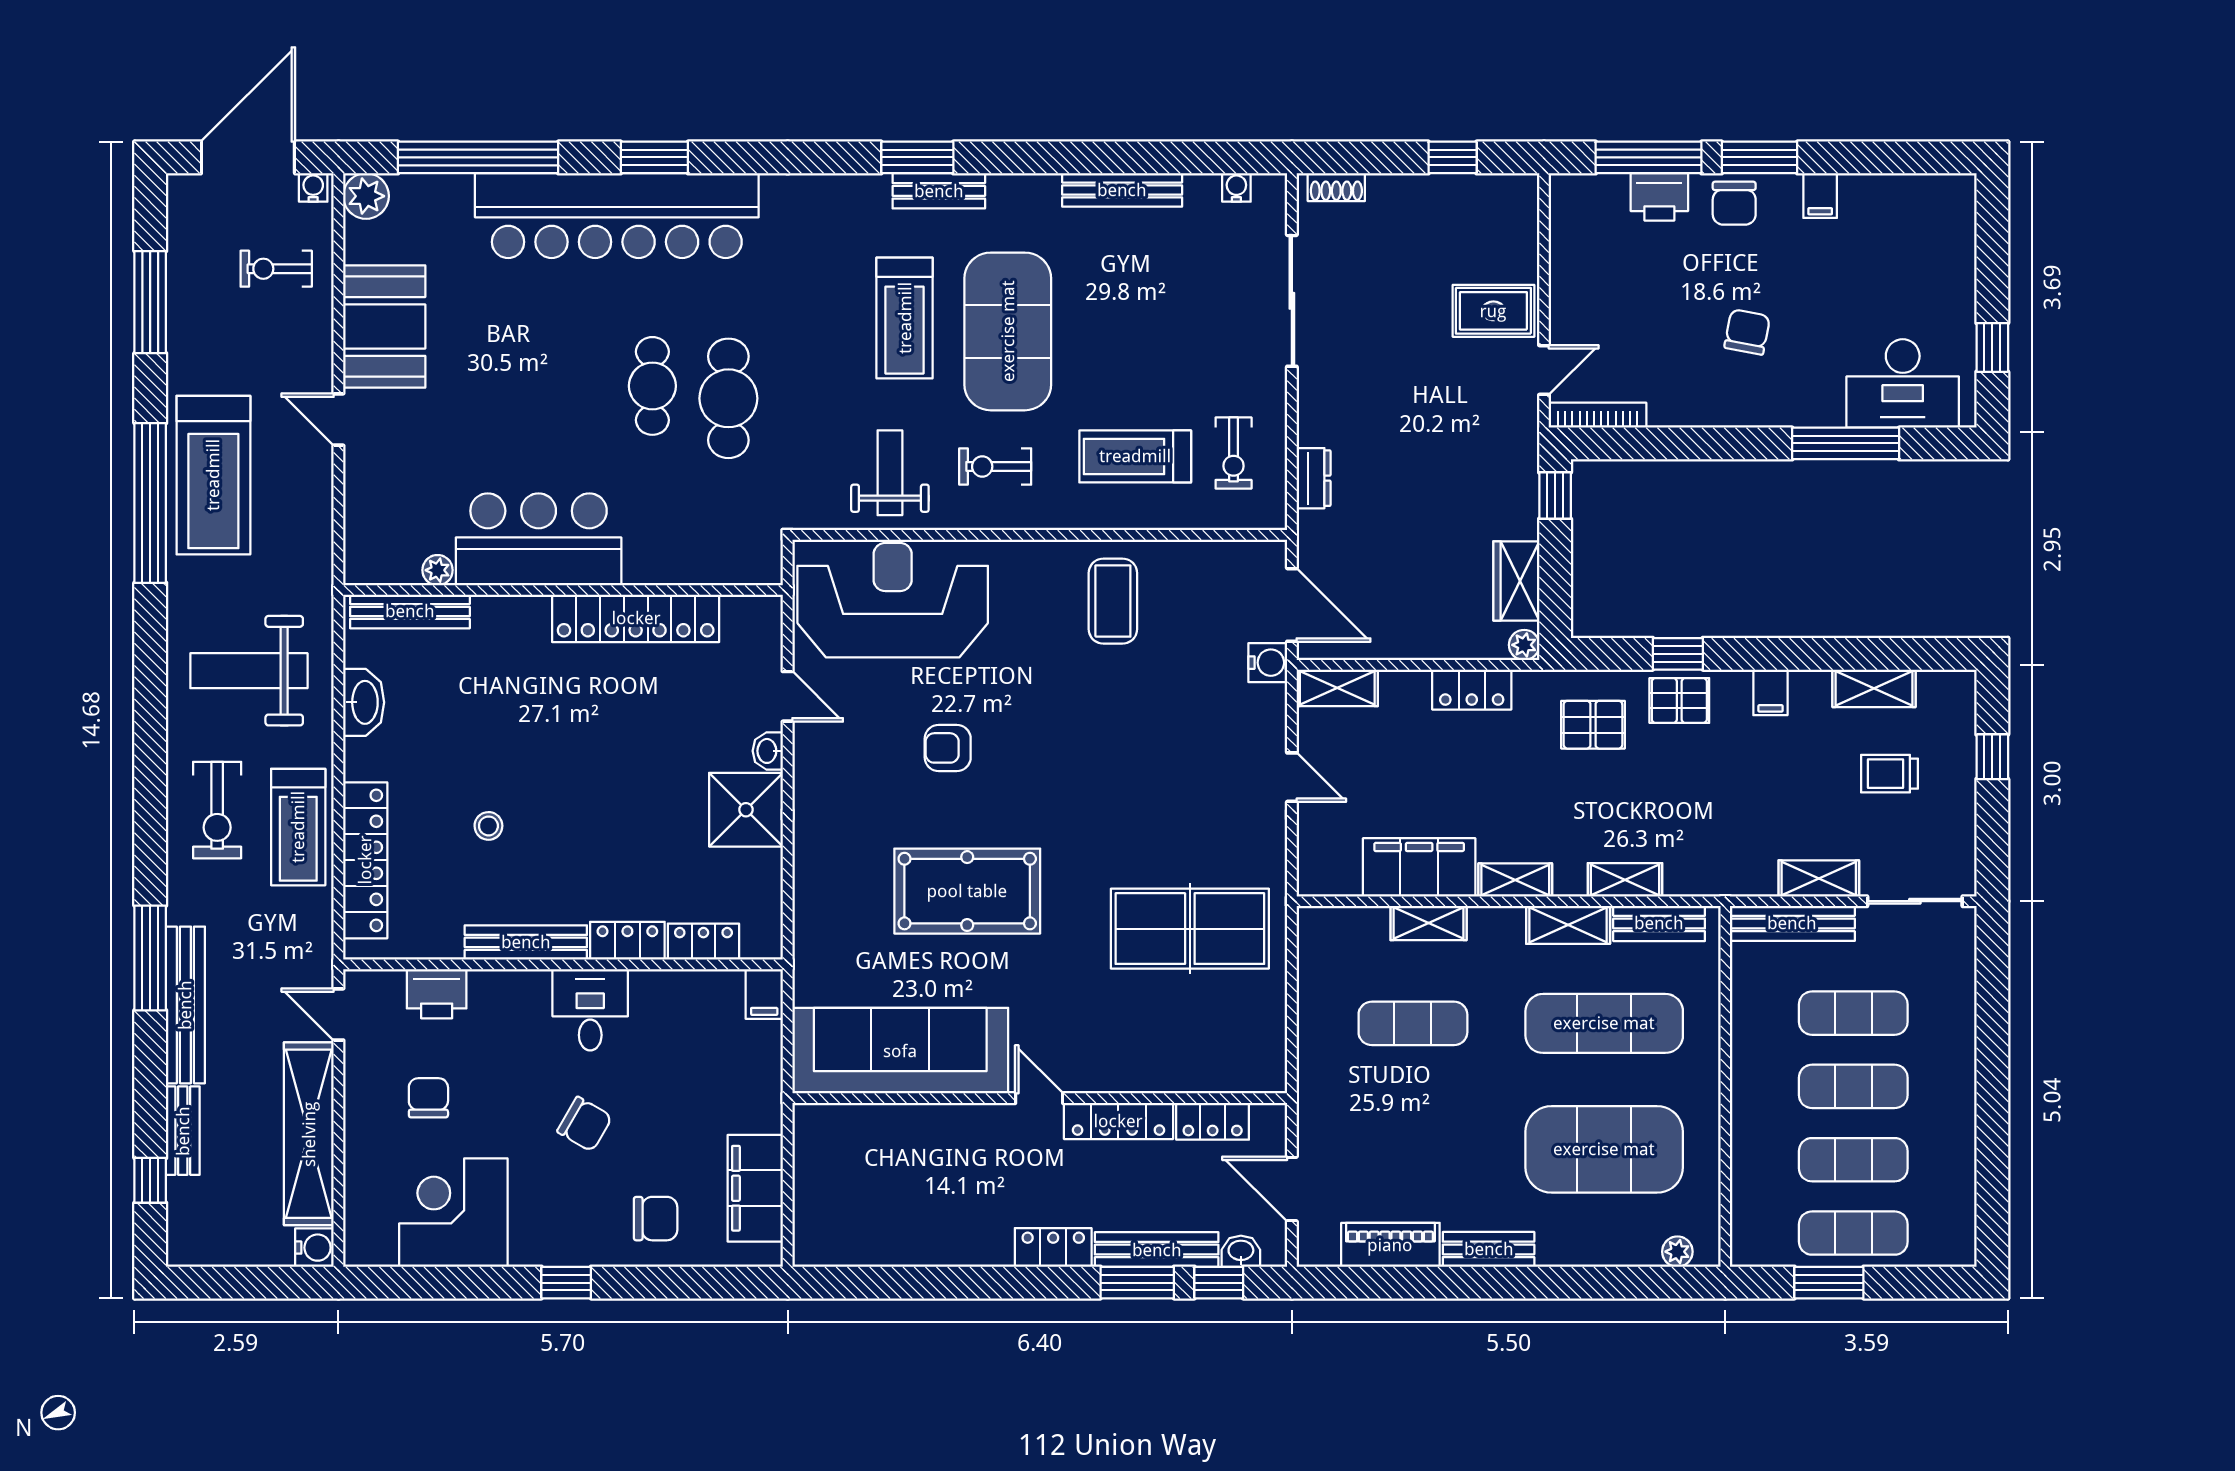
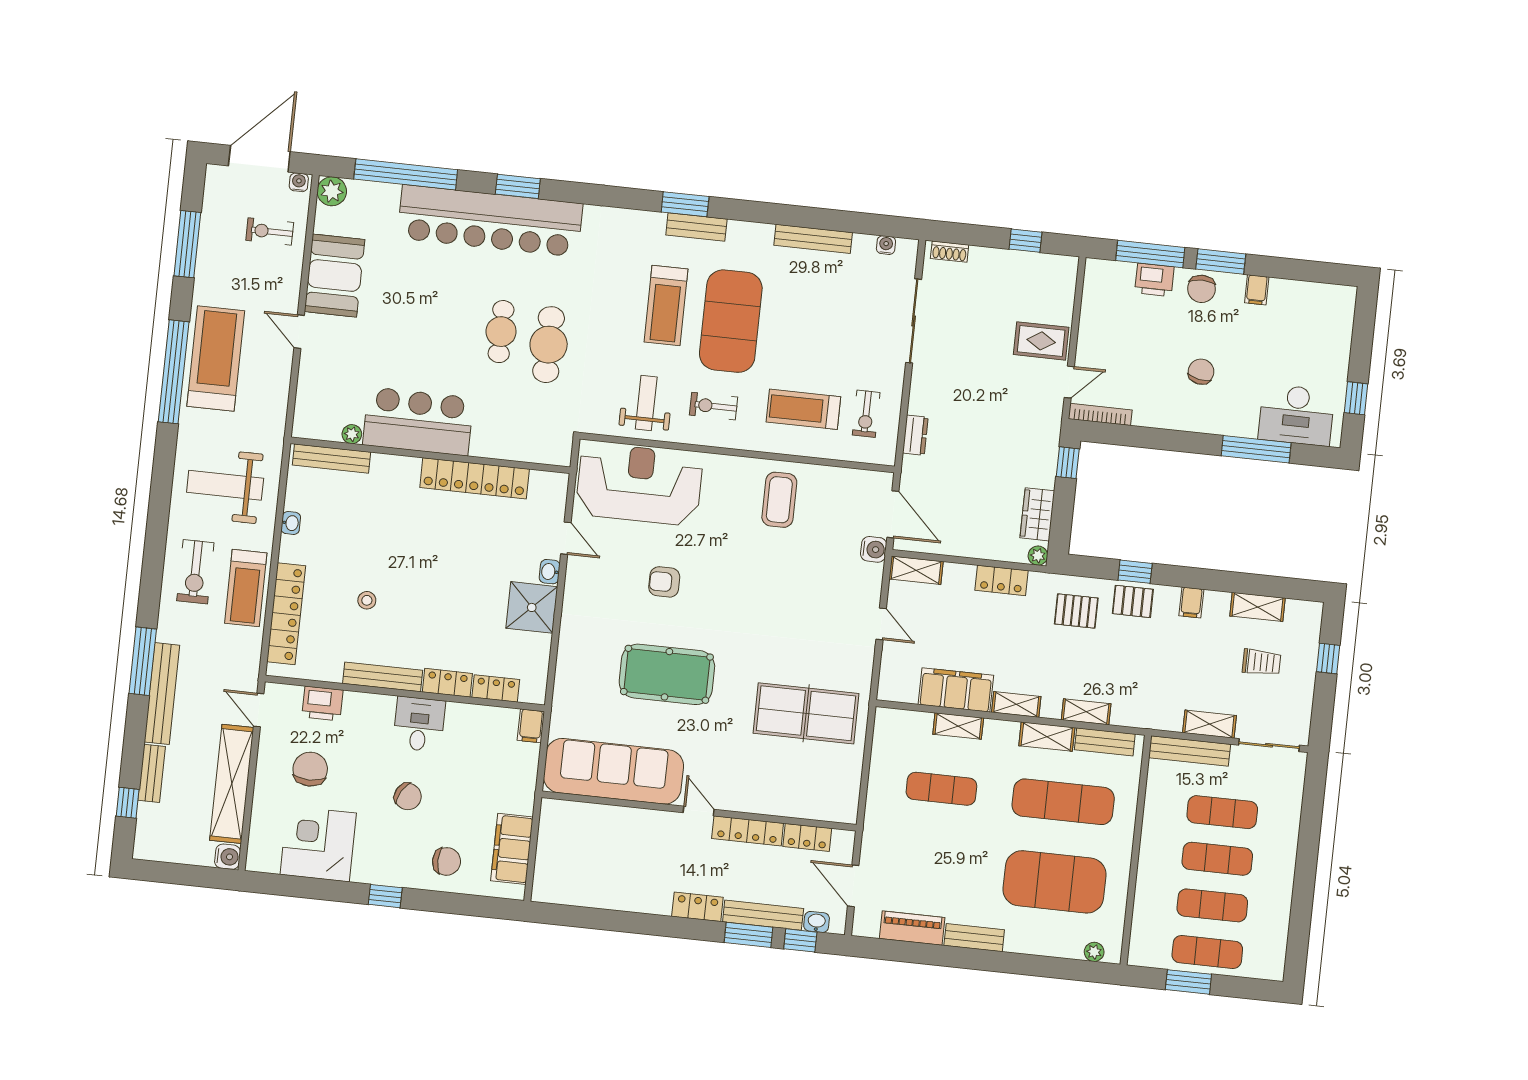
treadmill: (213, 475) -> (216, 359), turned 180
washbasin: (364, 702) -> (291, 523), width x0.52, depth x0.69
trolley: (1889, 774) -> (1262, 662), turned 180
chair: (428, 1098) -> (310, 769), width x1.37, depth x1.37

